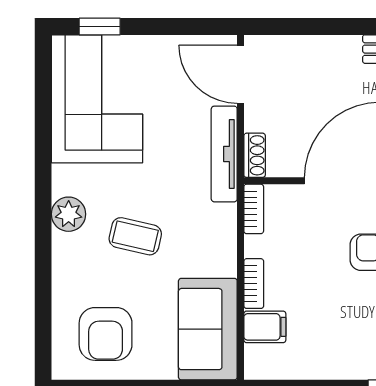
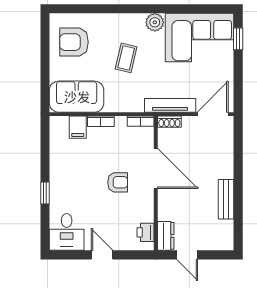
plant: (69, 214) -> (155, 22), moved

